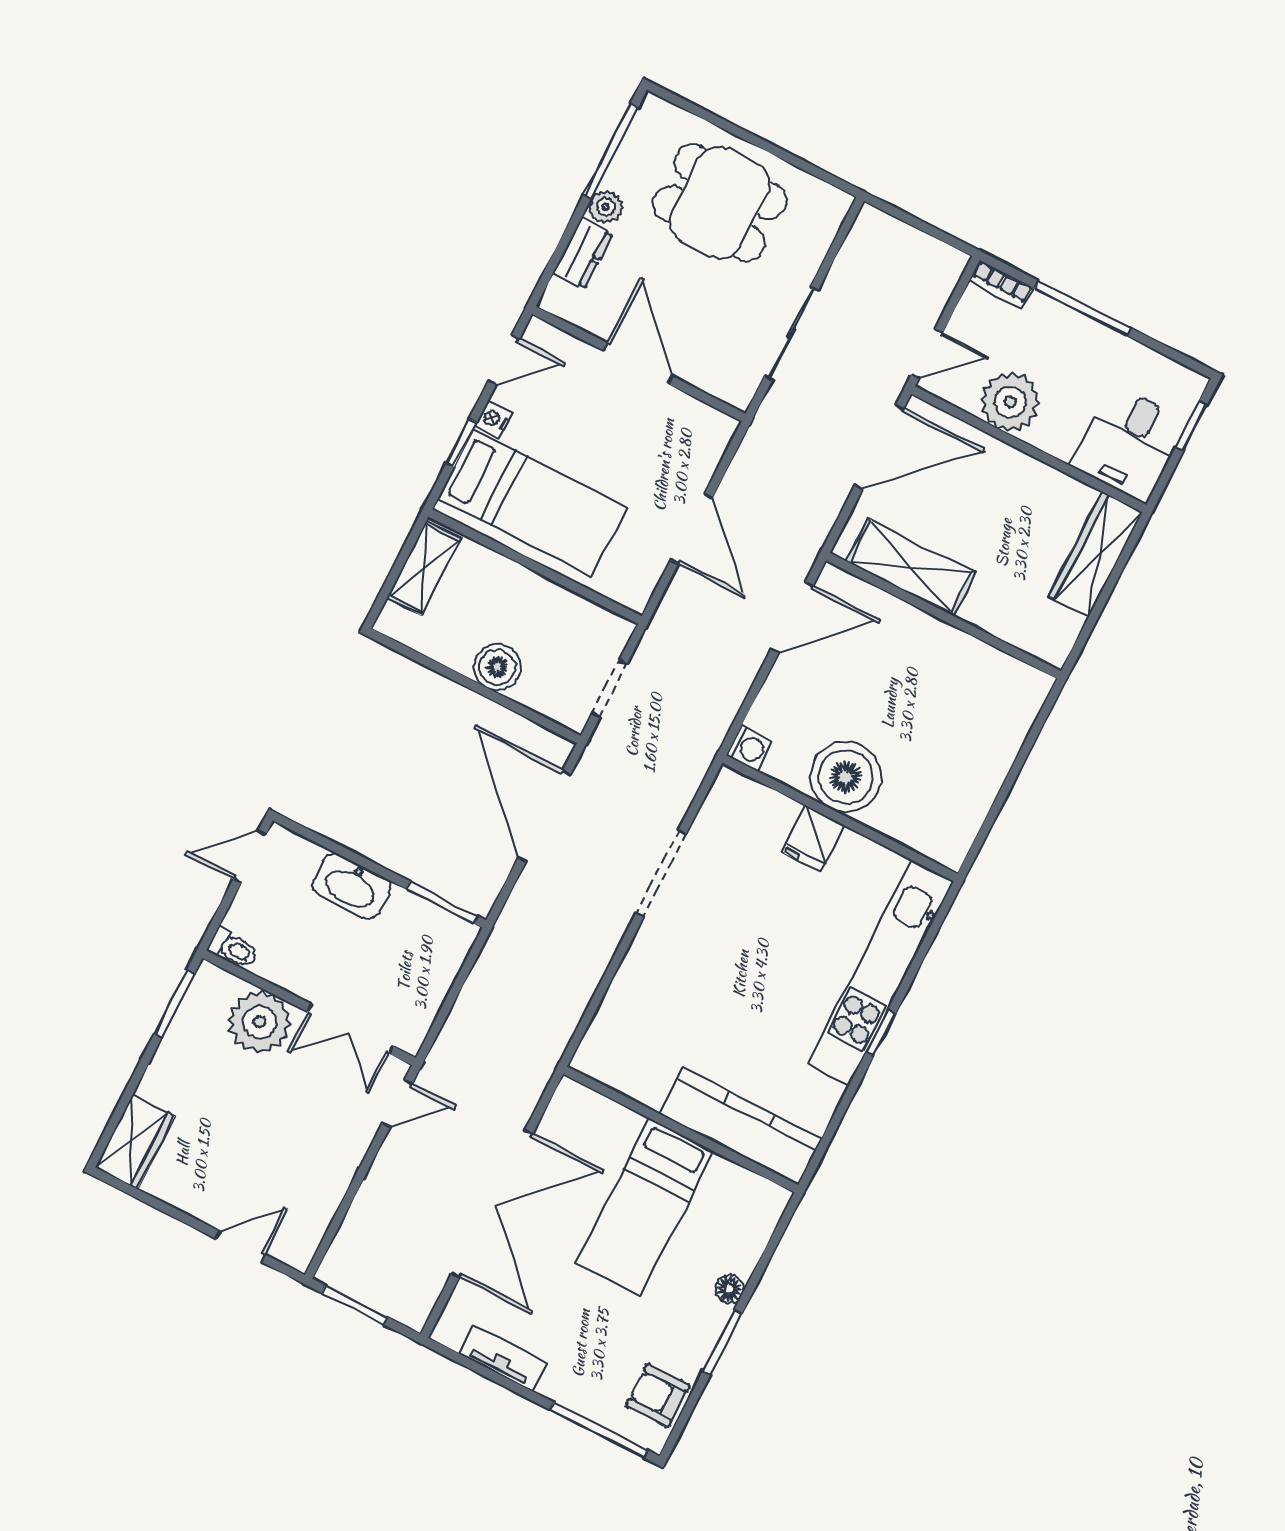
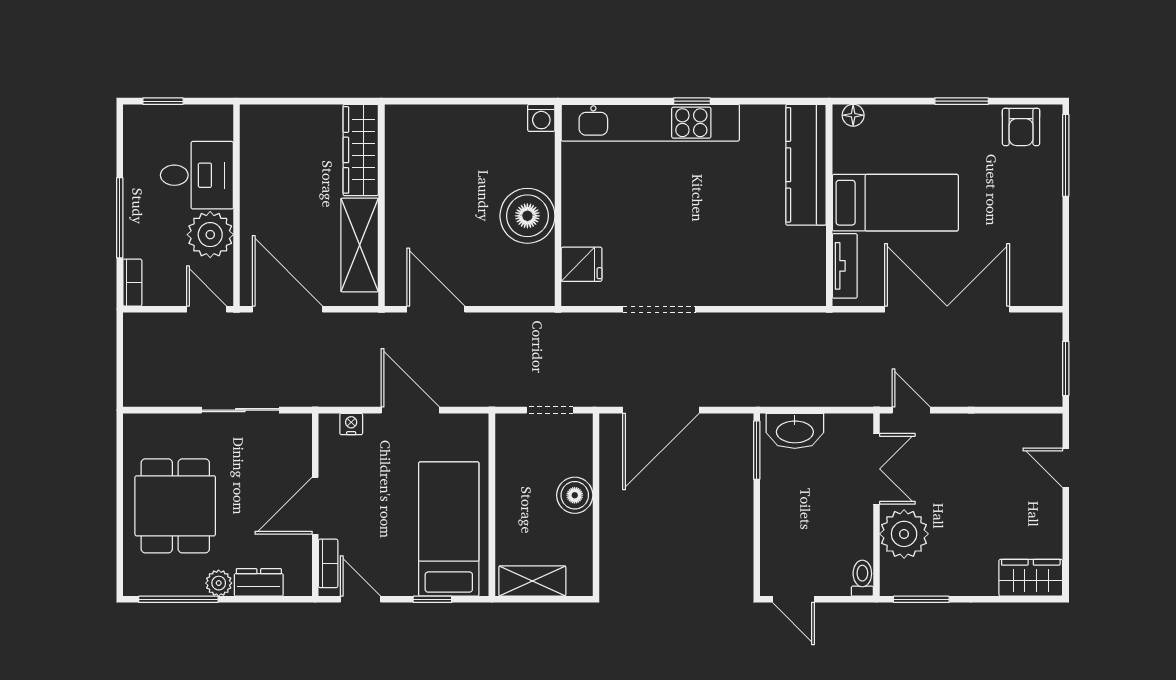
bookcase: (564, 344) -> (328, 563), added
nightstand: (494, 419) -> (351, 424), moved, turned 180
desk: (1129, 443) -> (197, 175), moved
door: (692, 528) -> (410, 410), hinge flipped
wardrobe: (1096, 554) -> (361, 150), moved, turned 90
washing machine: (750, 748) -> (541, 118), moved, turned 180
fridge: (813, 839) -> (582, 264), moved
washbasin: (351, 886) -> (795, 431), moved, turned 90
floor lamp: (729, 1289) -> (853, 115), moved
tv unit: (503, 1359) -> (845, 266), moved, turned 180

